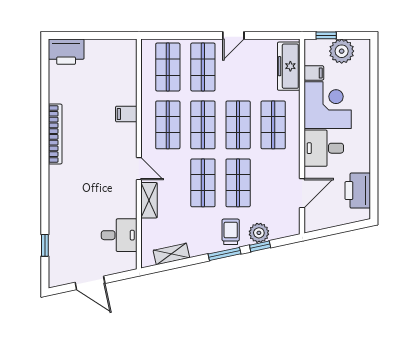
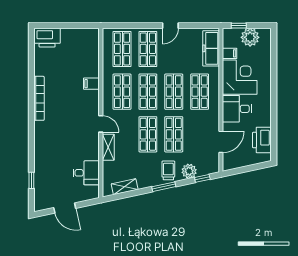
window: (260, 246) -> (202, 178), moved

